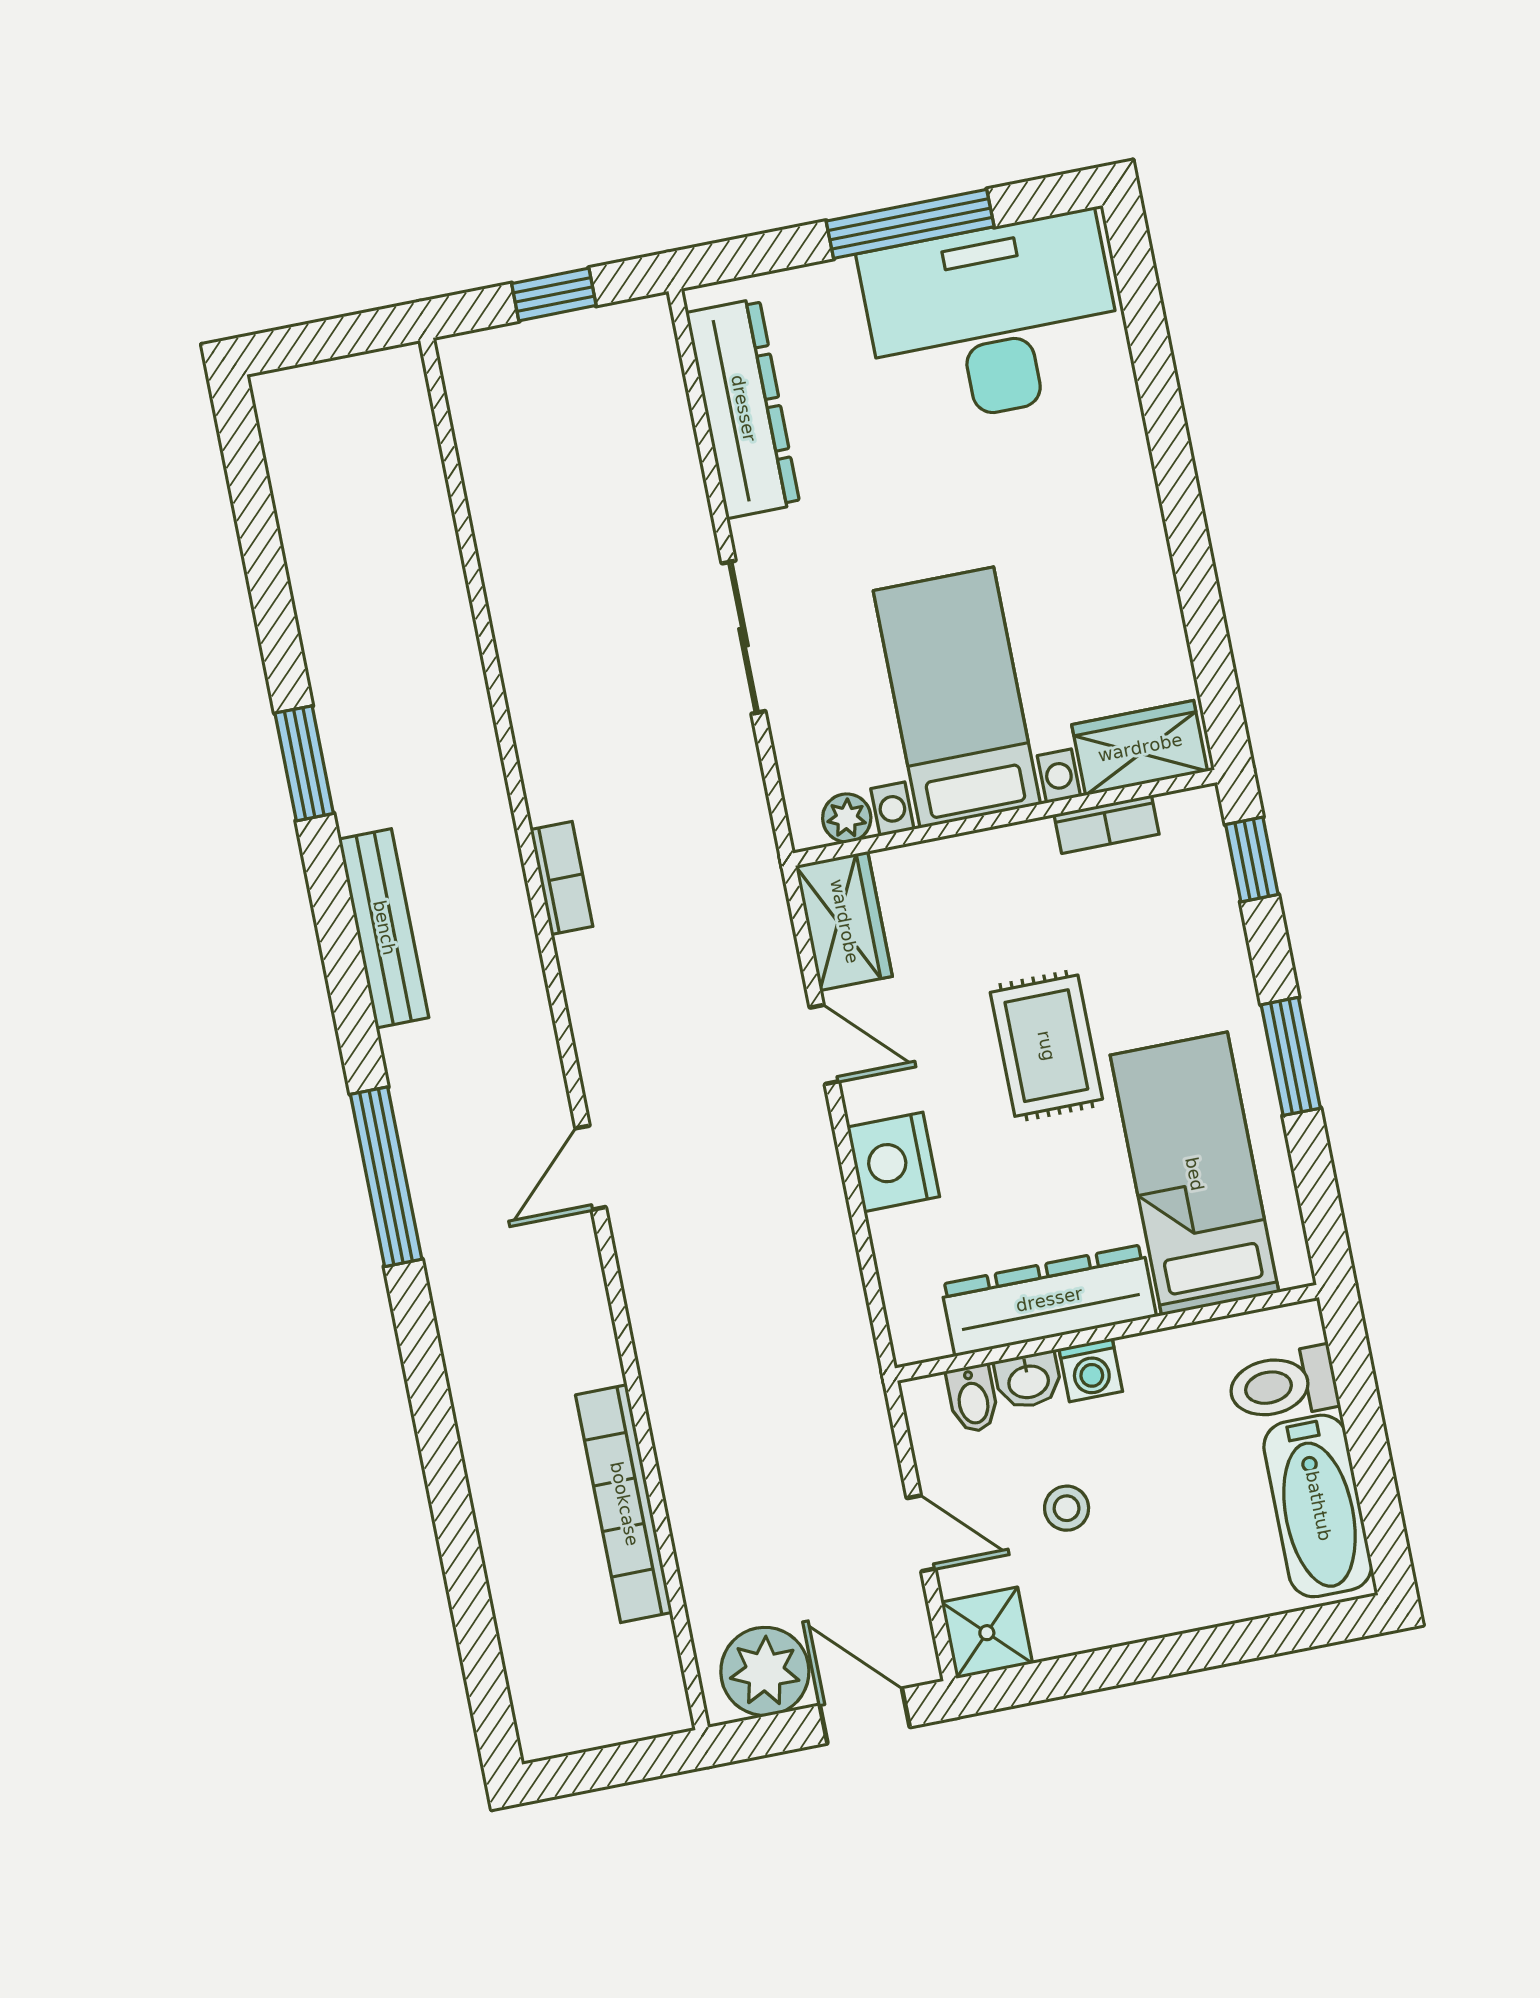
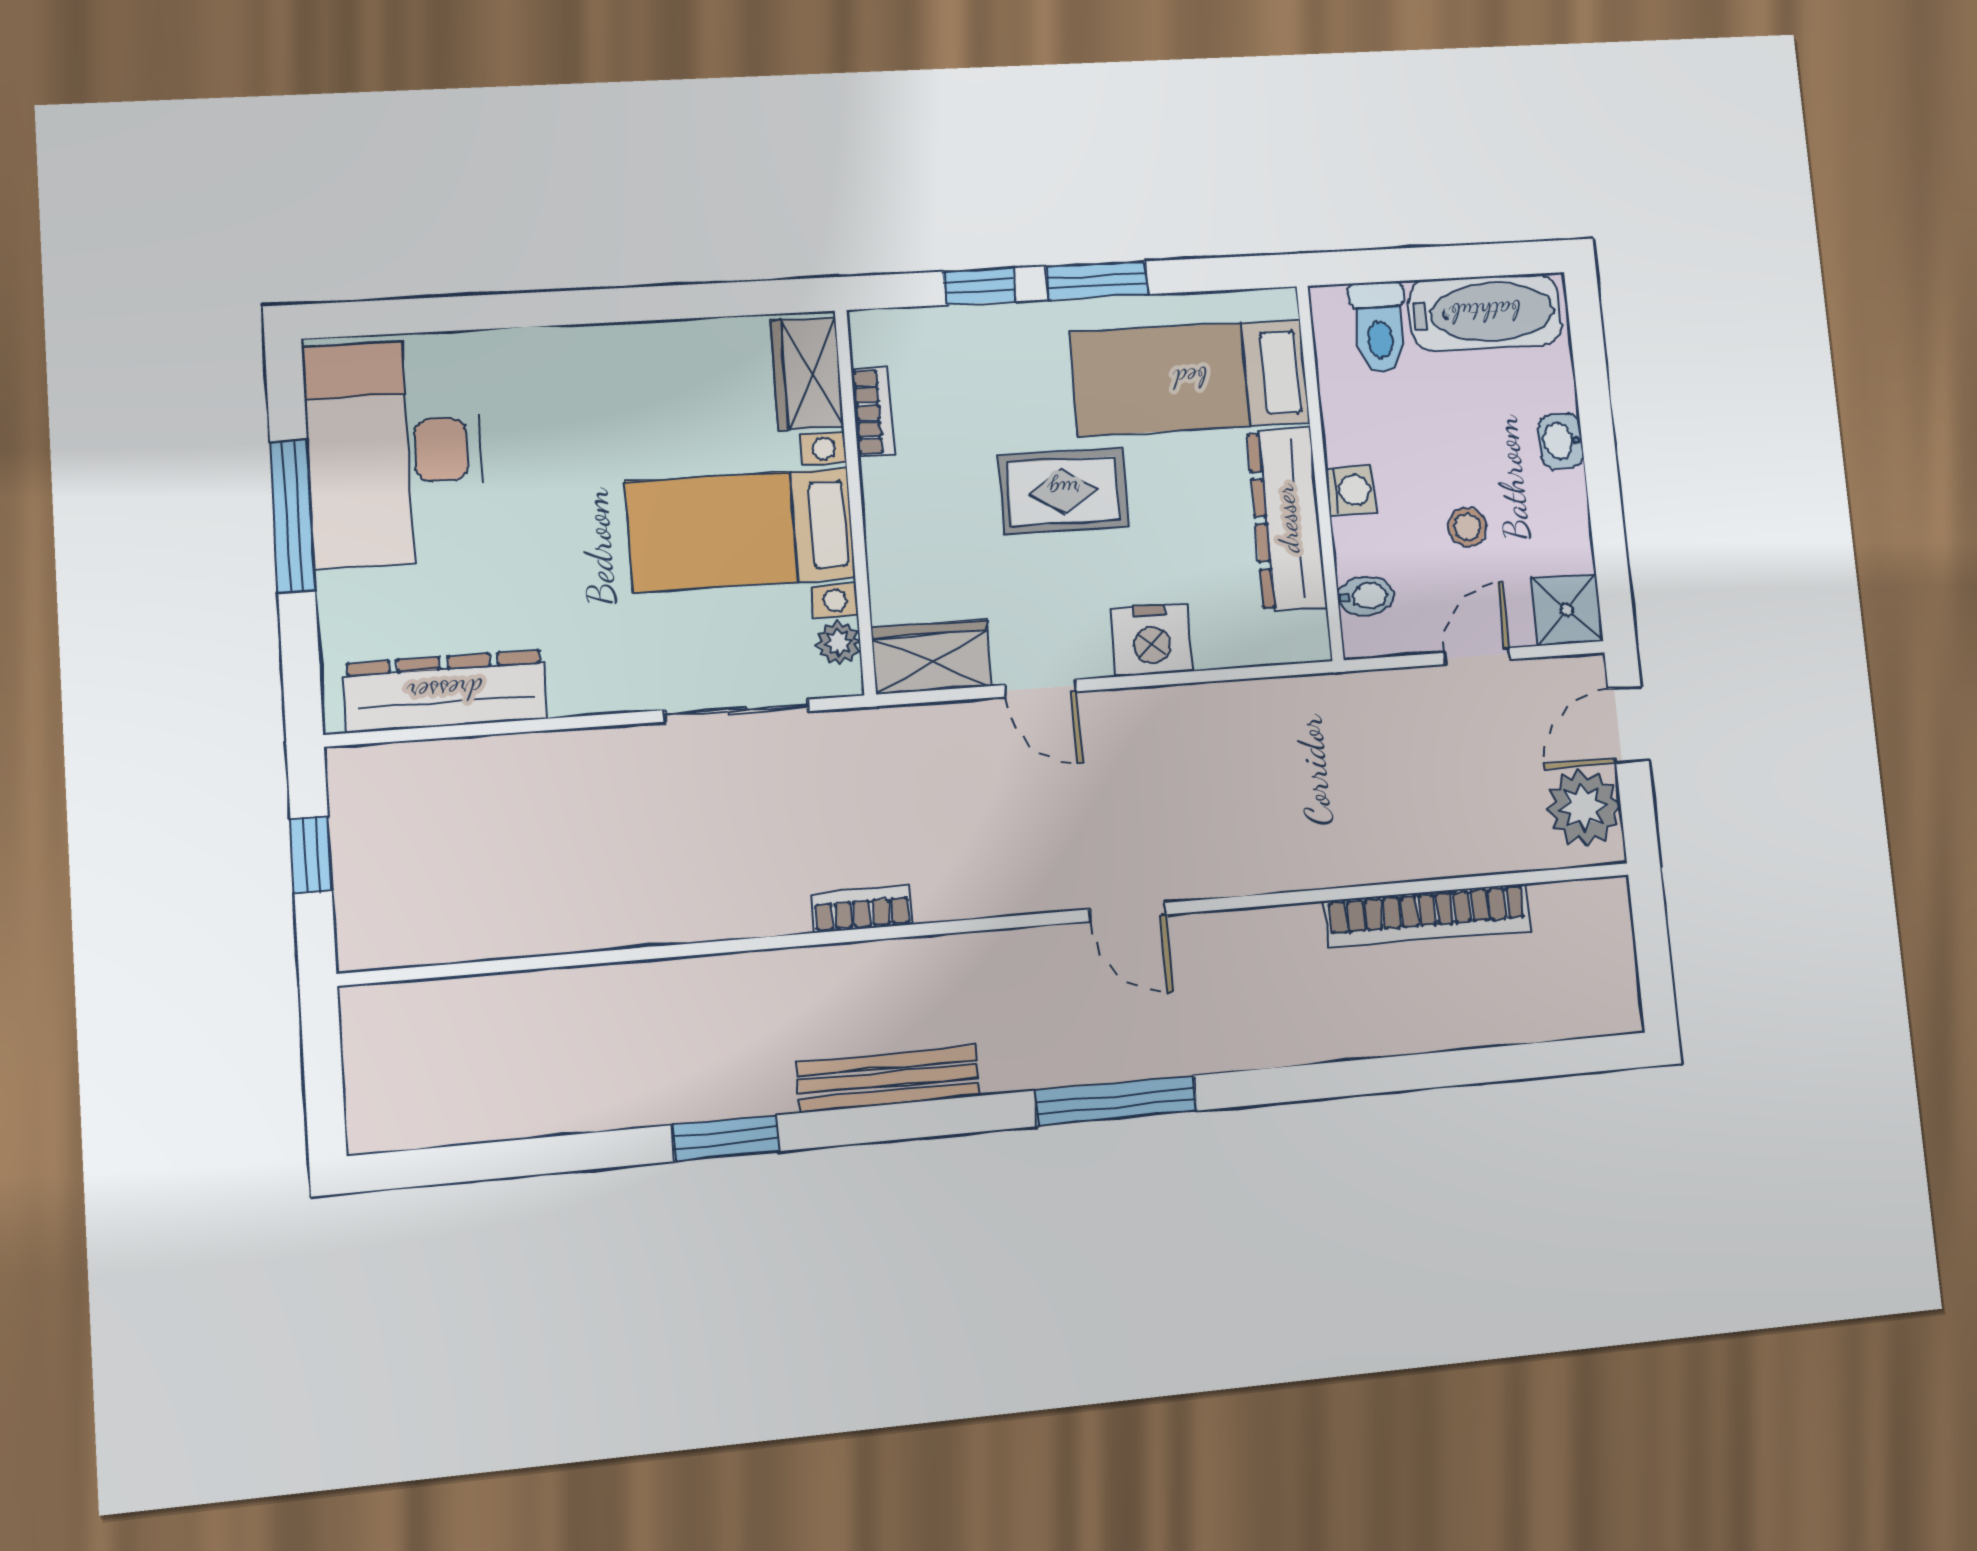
sliding door: (744, 637) -> (737, 711), moved
window: (1252, 860) -> (980, 286), moved
door: (824, 1045) -> (1040, 688), swing flipped
washbasin: (1028, 1380) -> (1561, 441), moved, turned 180

